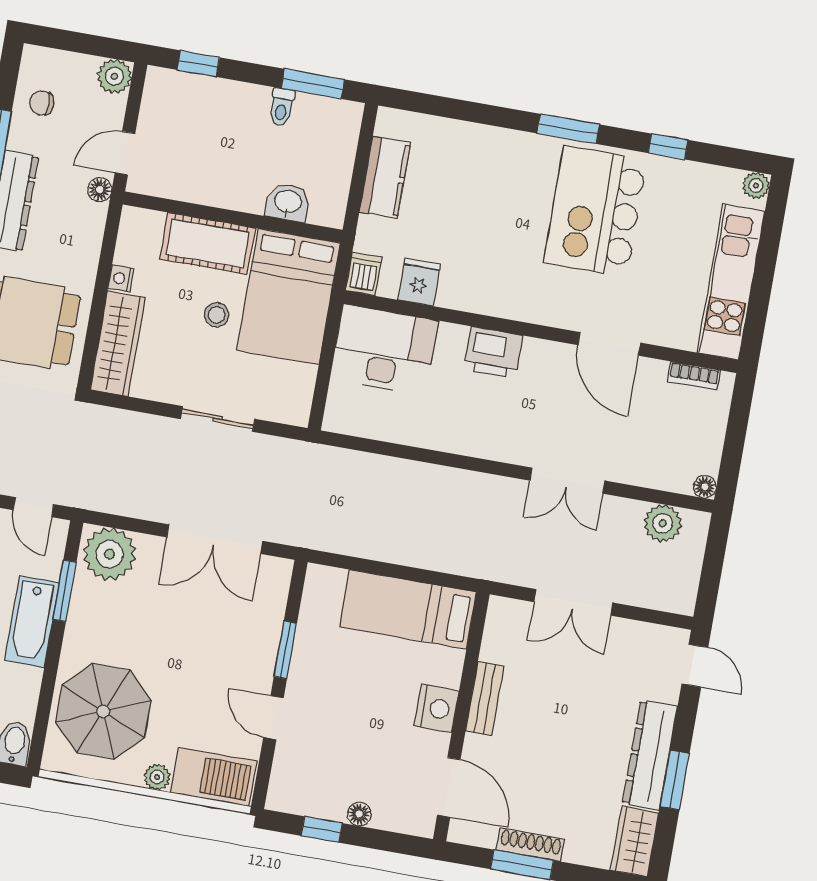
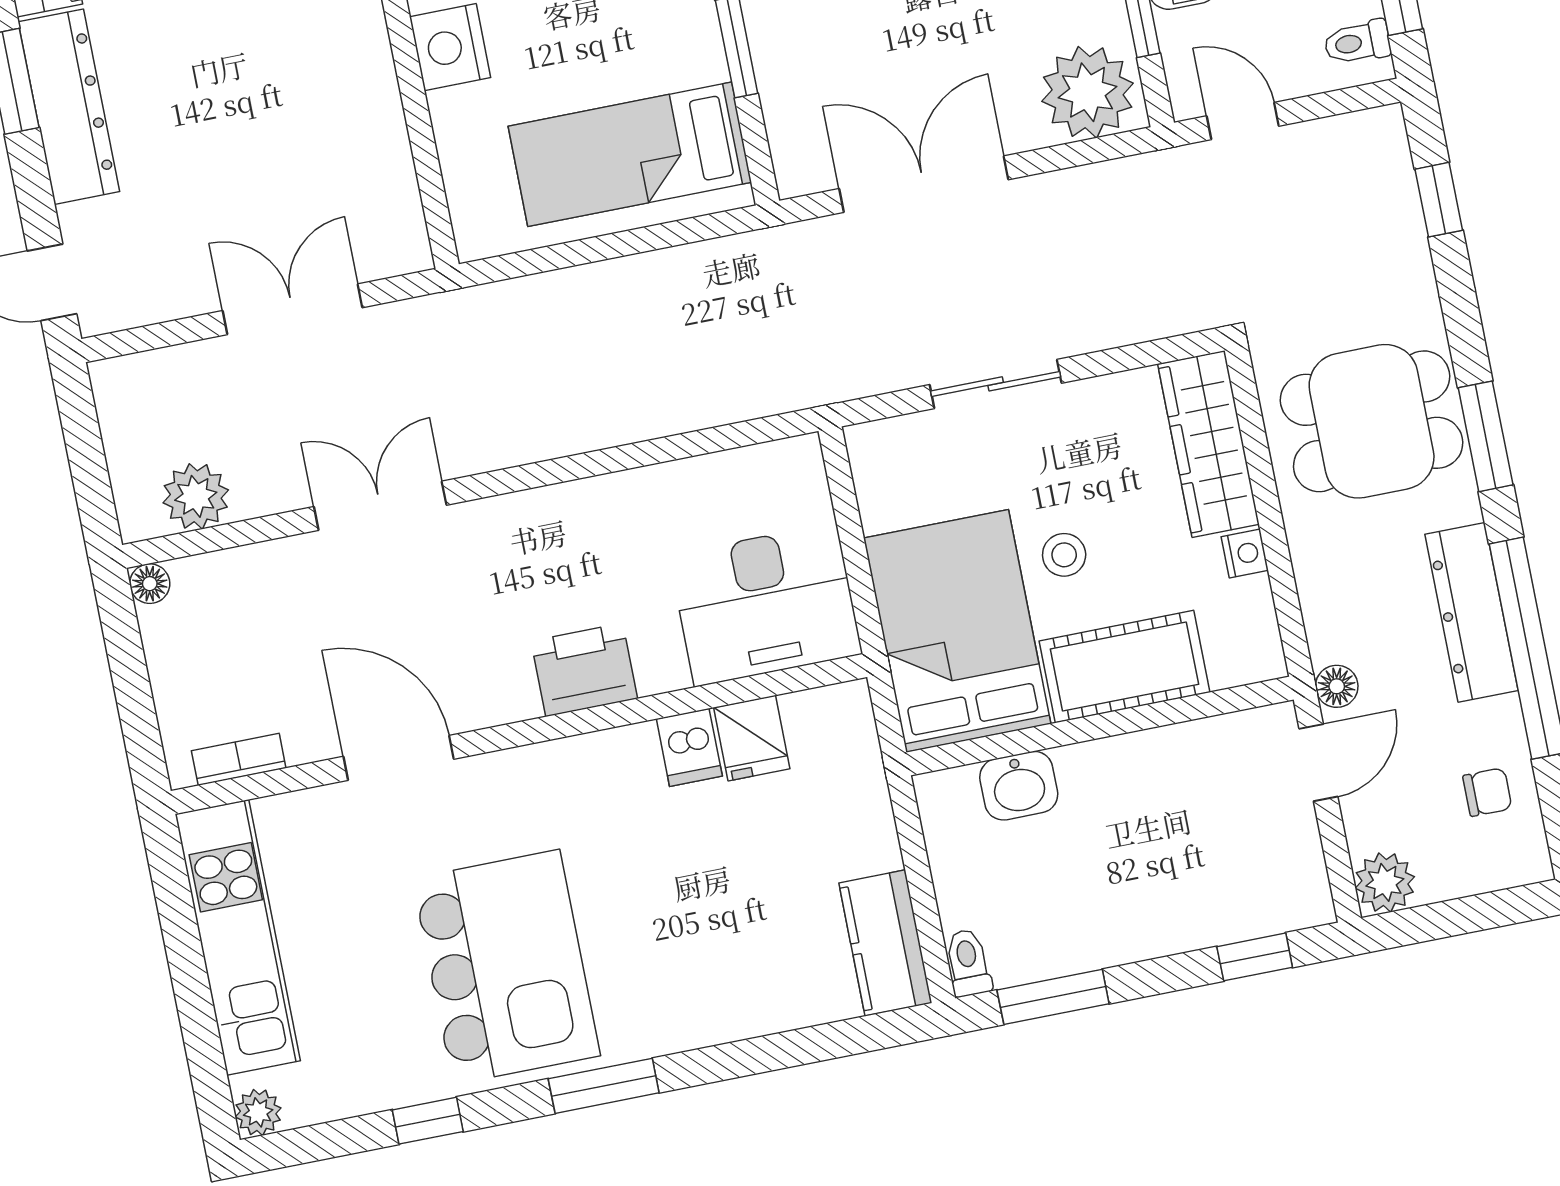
toilet: (282, 107) -> (968, 963), moved
kitchen counter: (385, 177) -> (885, 943), moved
dishwasher: (364, 274) -> (689, 747), moved
bed: (408, 609) -> (630, 154), moved, turned 180
bench: (485, 699) -> (377, 94), removed

